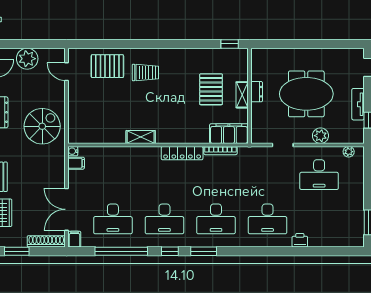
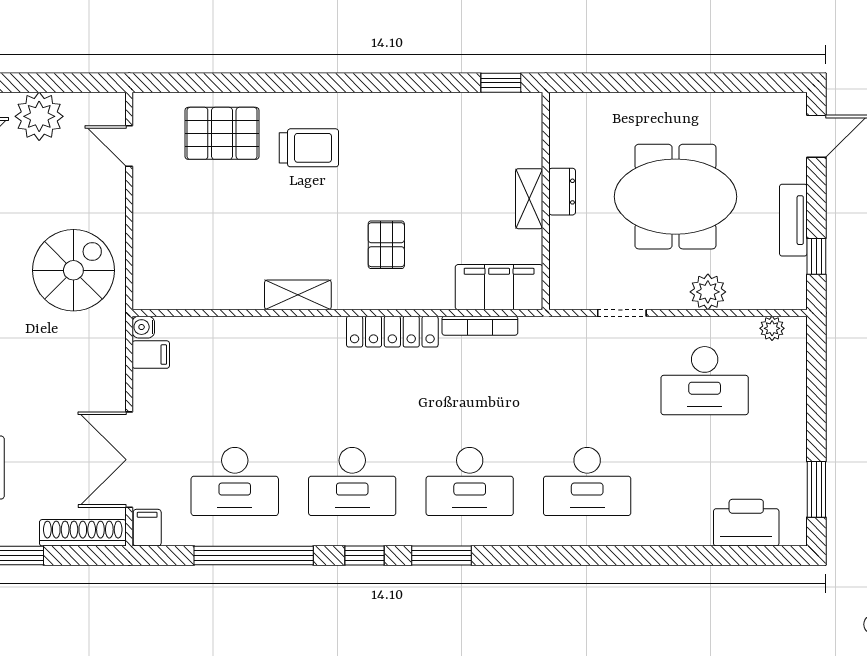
pallet: (211, 89) -> (386, 245), moved, width x0.67, depth x0.71
printer: (300, 240) -> (746, 523), moved, width x1.87, depth x1.48

